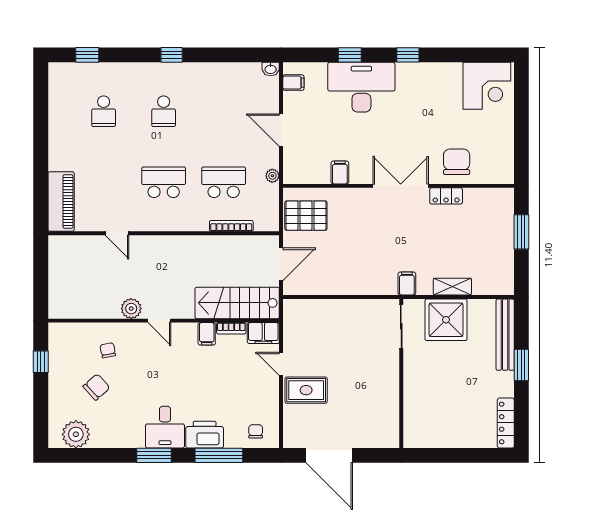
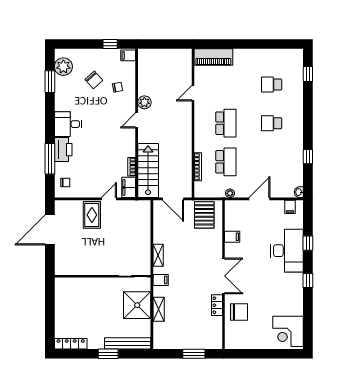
window: (172, 55) -> (308, 157), moved
shelving: (368, 287) -> (158, 255), added
filing cabinet: (207, 334) -> (128, 55), moved
window: (154, 455) -> (50, 82), moved

